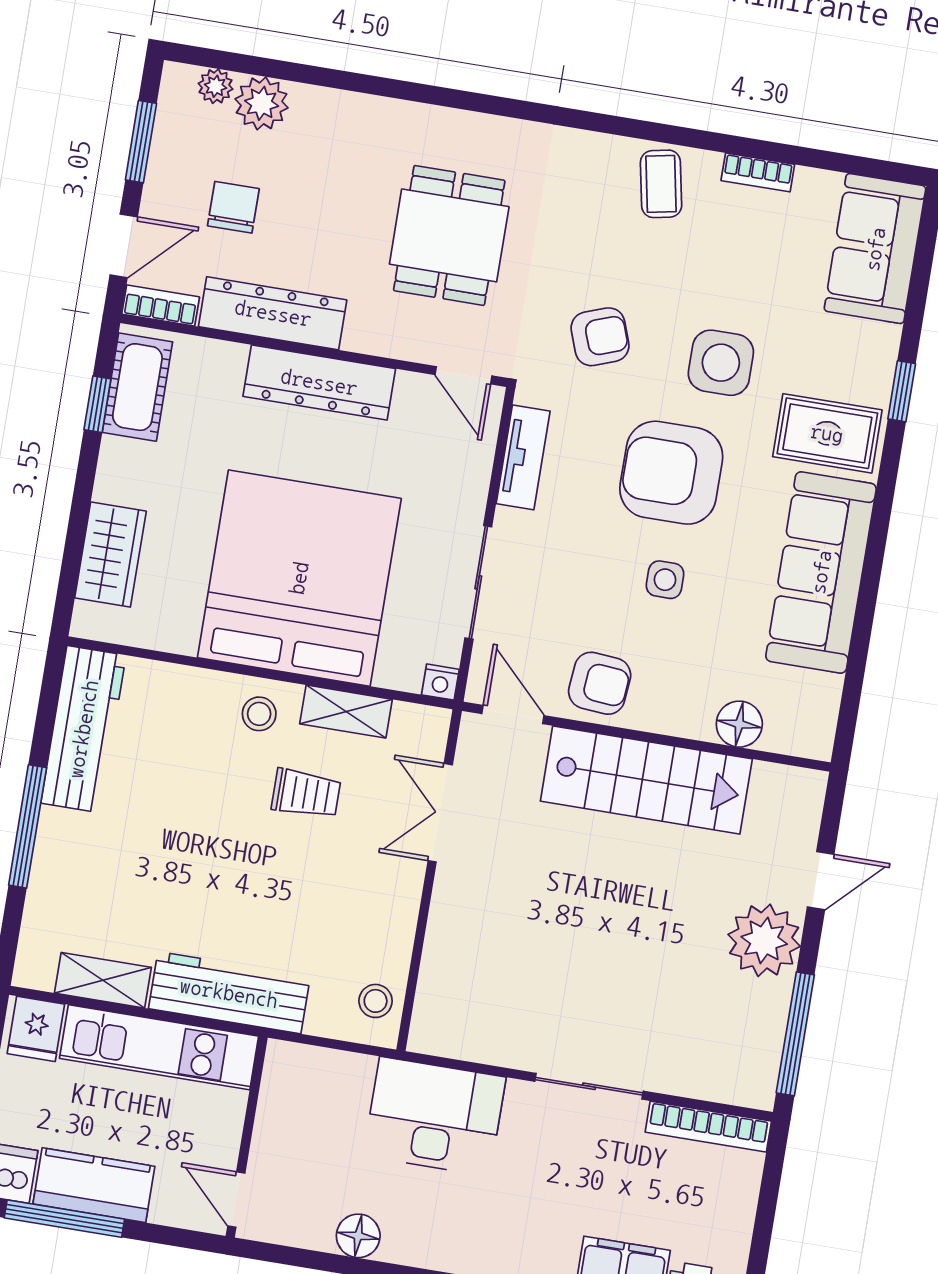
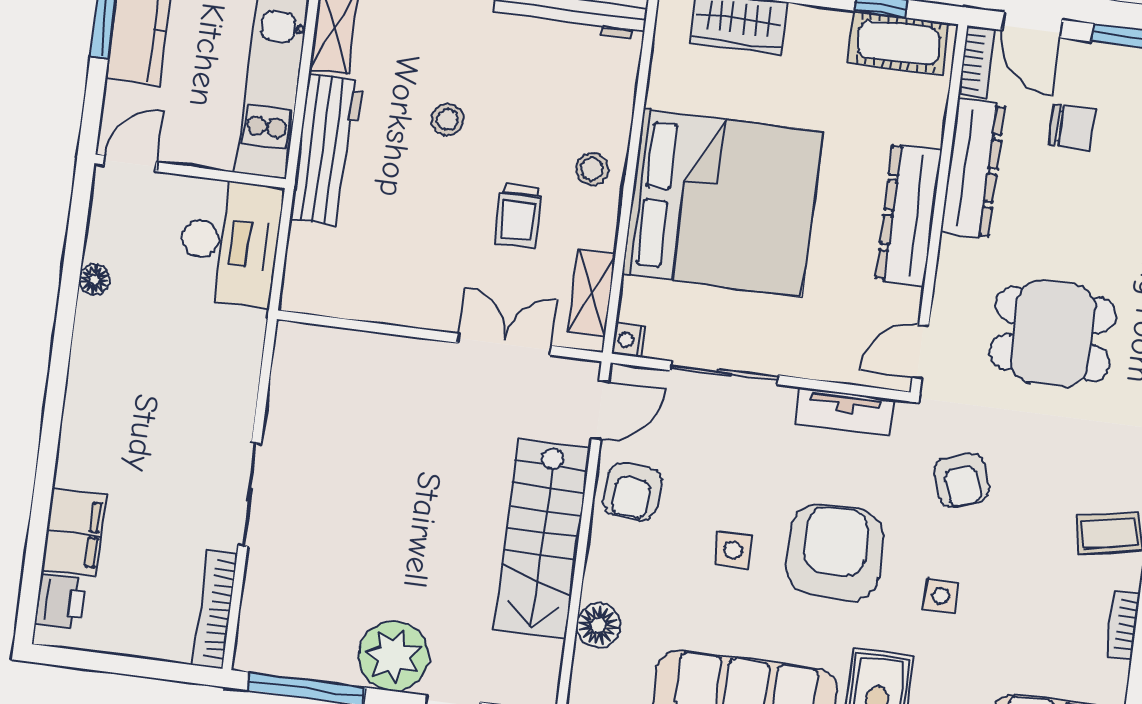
side table: (721, 363) -> (941, 596), width x0.54, depth x0.54
shelving: (346, 712) -> (592, 293), moved
stool: (376, 1001) -> (448, 119), moved
desk: (435, 1117) -> (230, 242), moved
floor lamp: (358, 1236) -> (94, 280), width x0.73, depth x0.73

